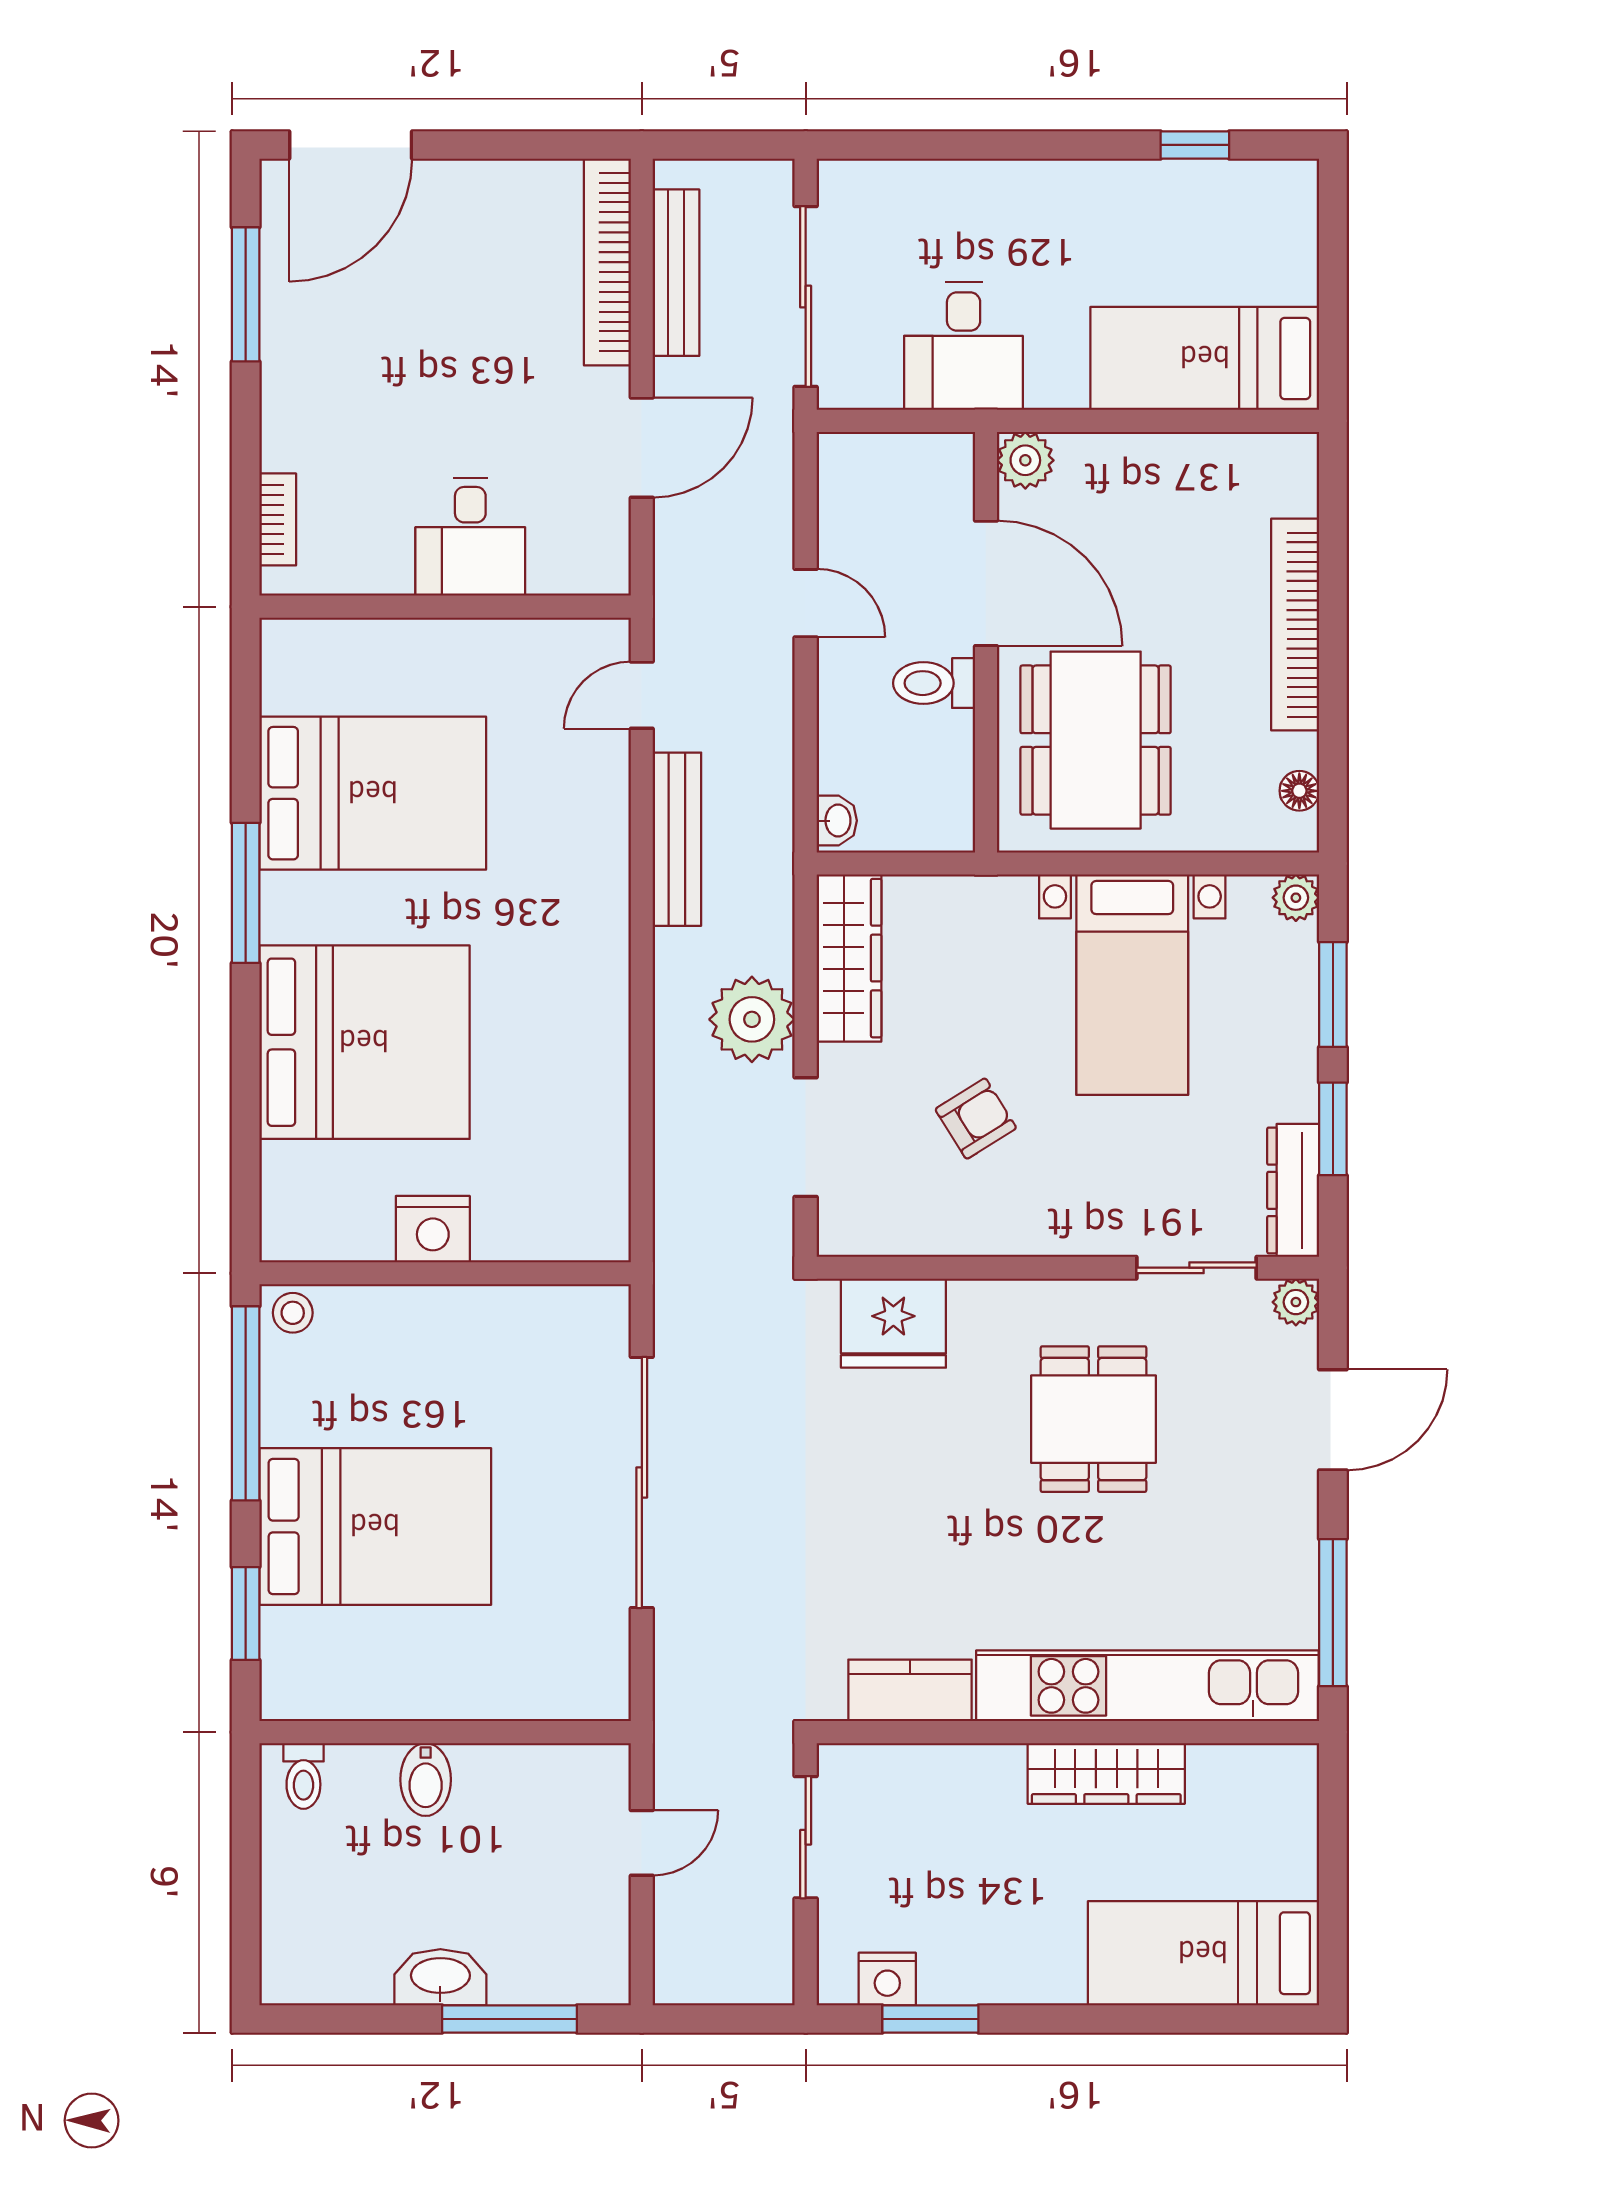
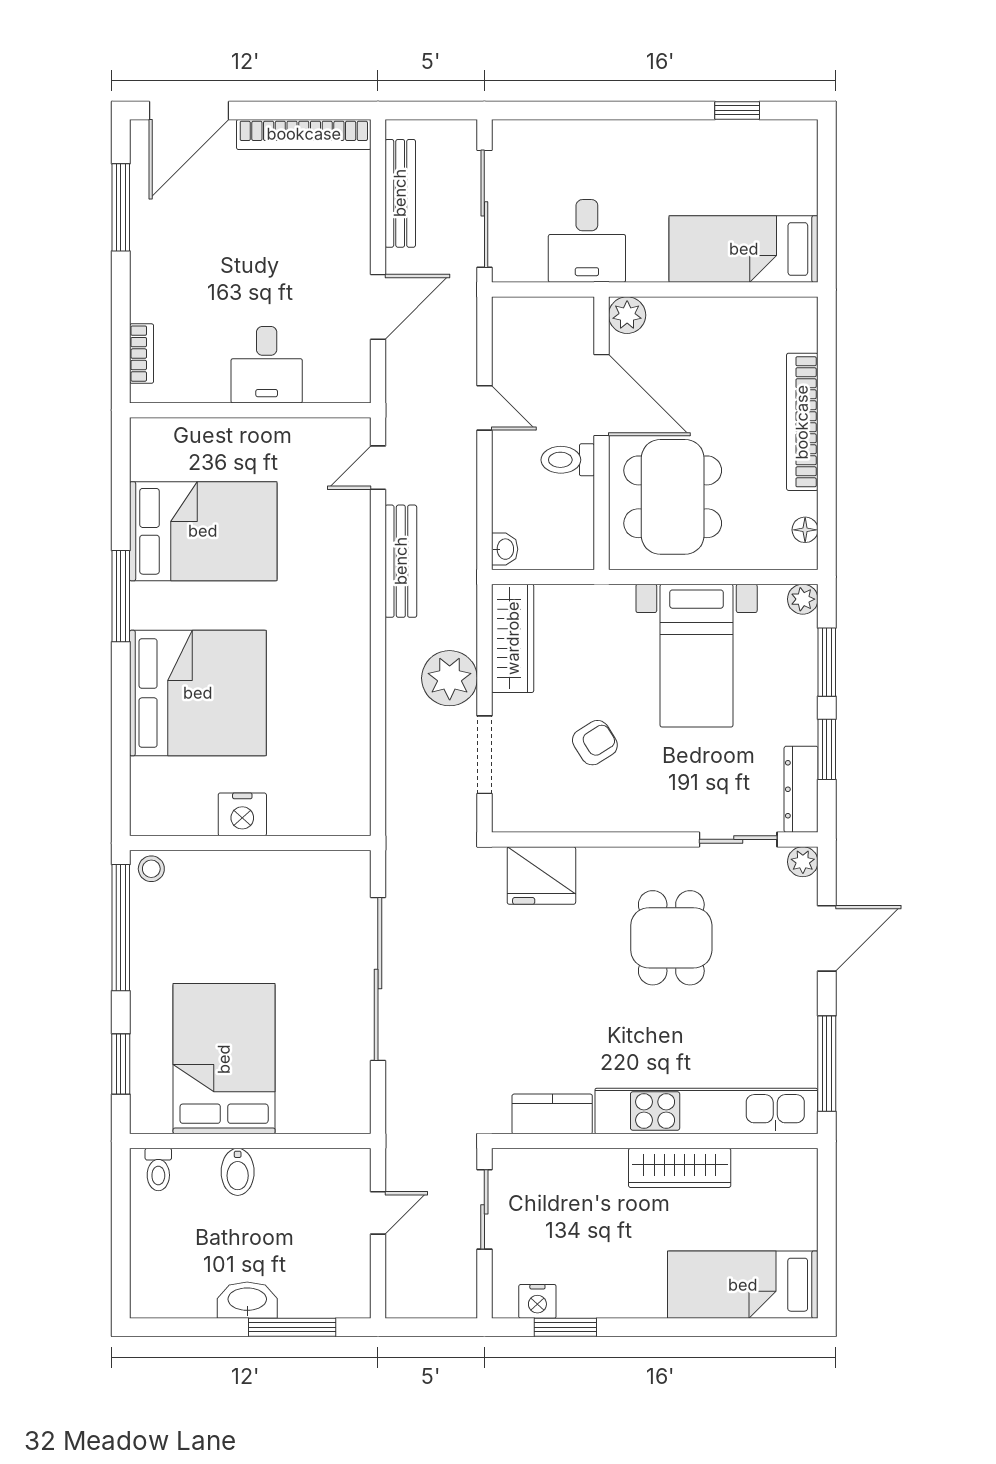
bookcase: (607, 262) -> (304, 134), moved, turned -90
bed: (375, 1526) -> (224, 1059), moved, turned -90

